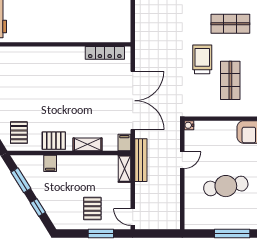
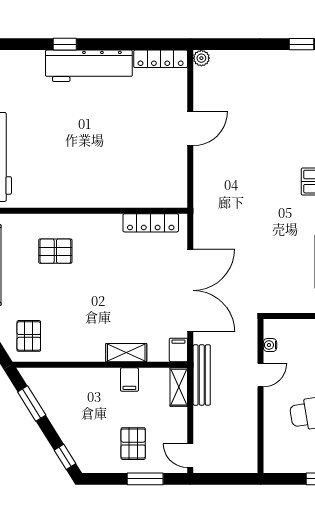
trolley: (202, 59) -> (289, 232), removed
water cooler: (189, 125) -> (270, 345), moved
pallet: (54, 141) -> (55, 251), moved
filing cabinet: (50, 163) -> (129, 380), moved
window: (38, 207) -> (65, 457), moved

